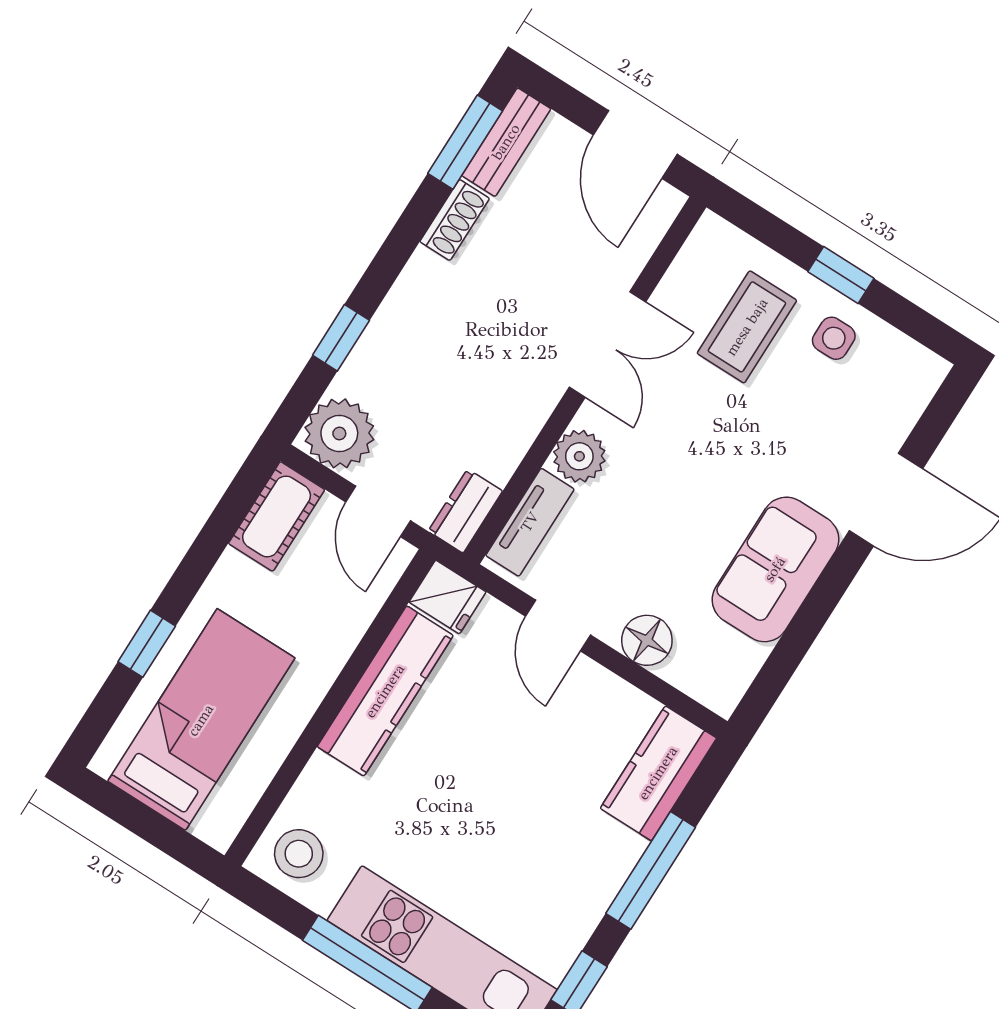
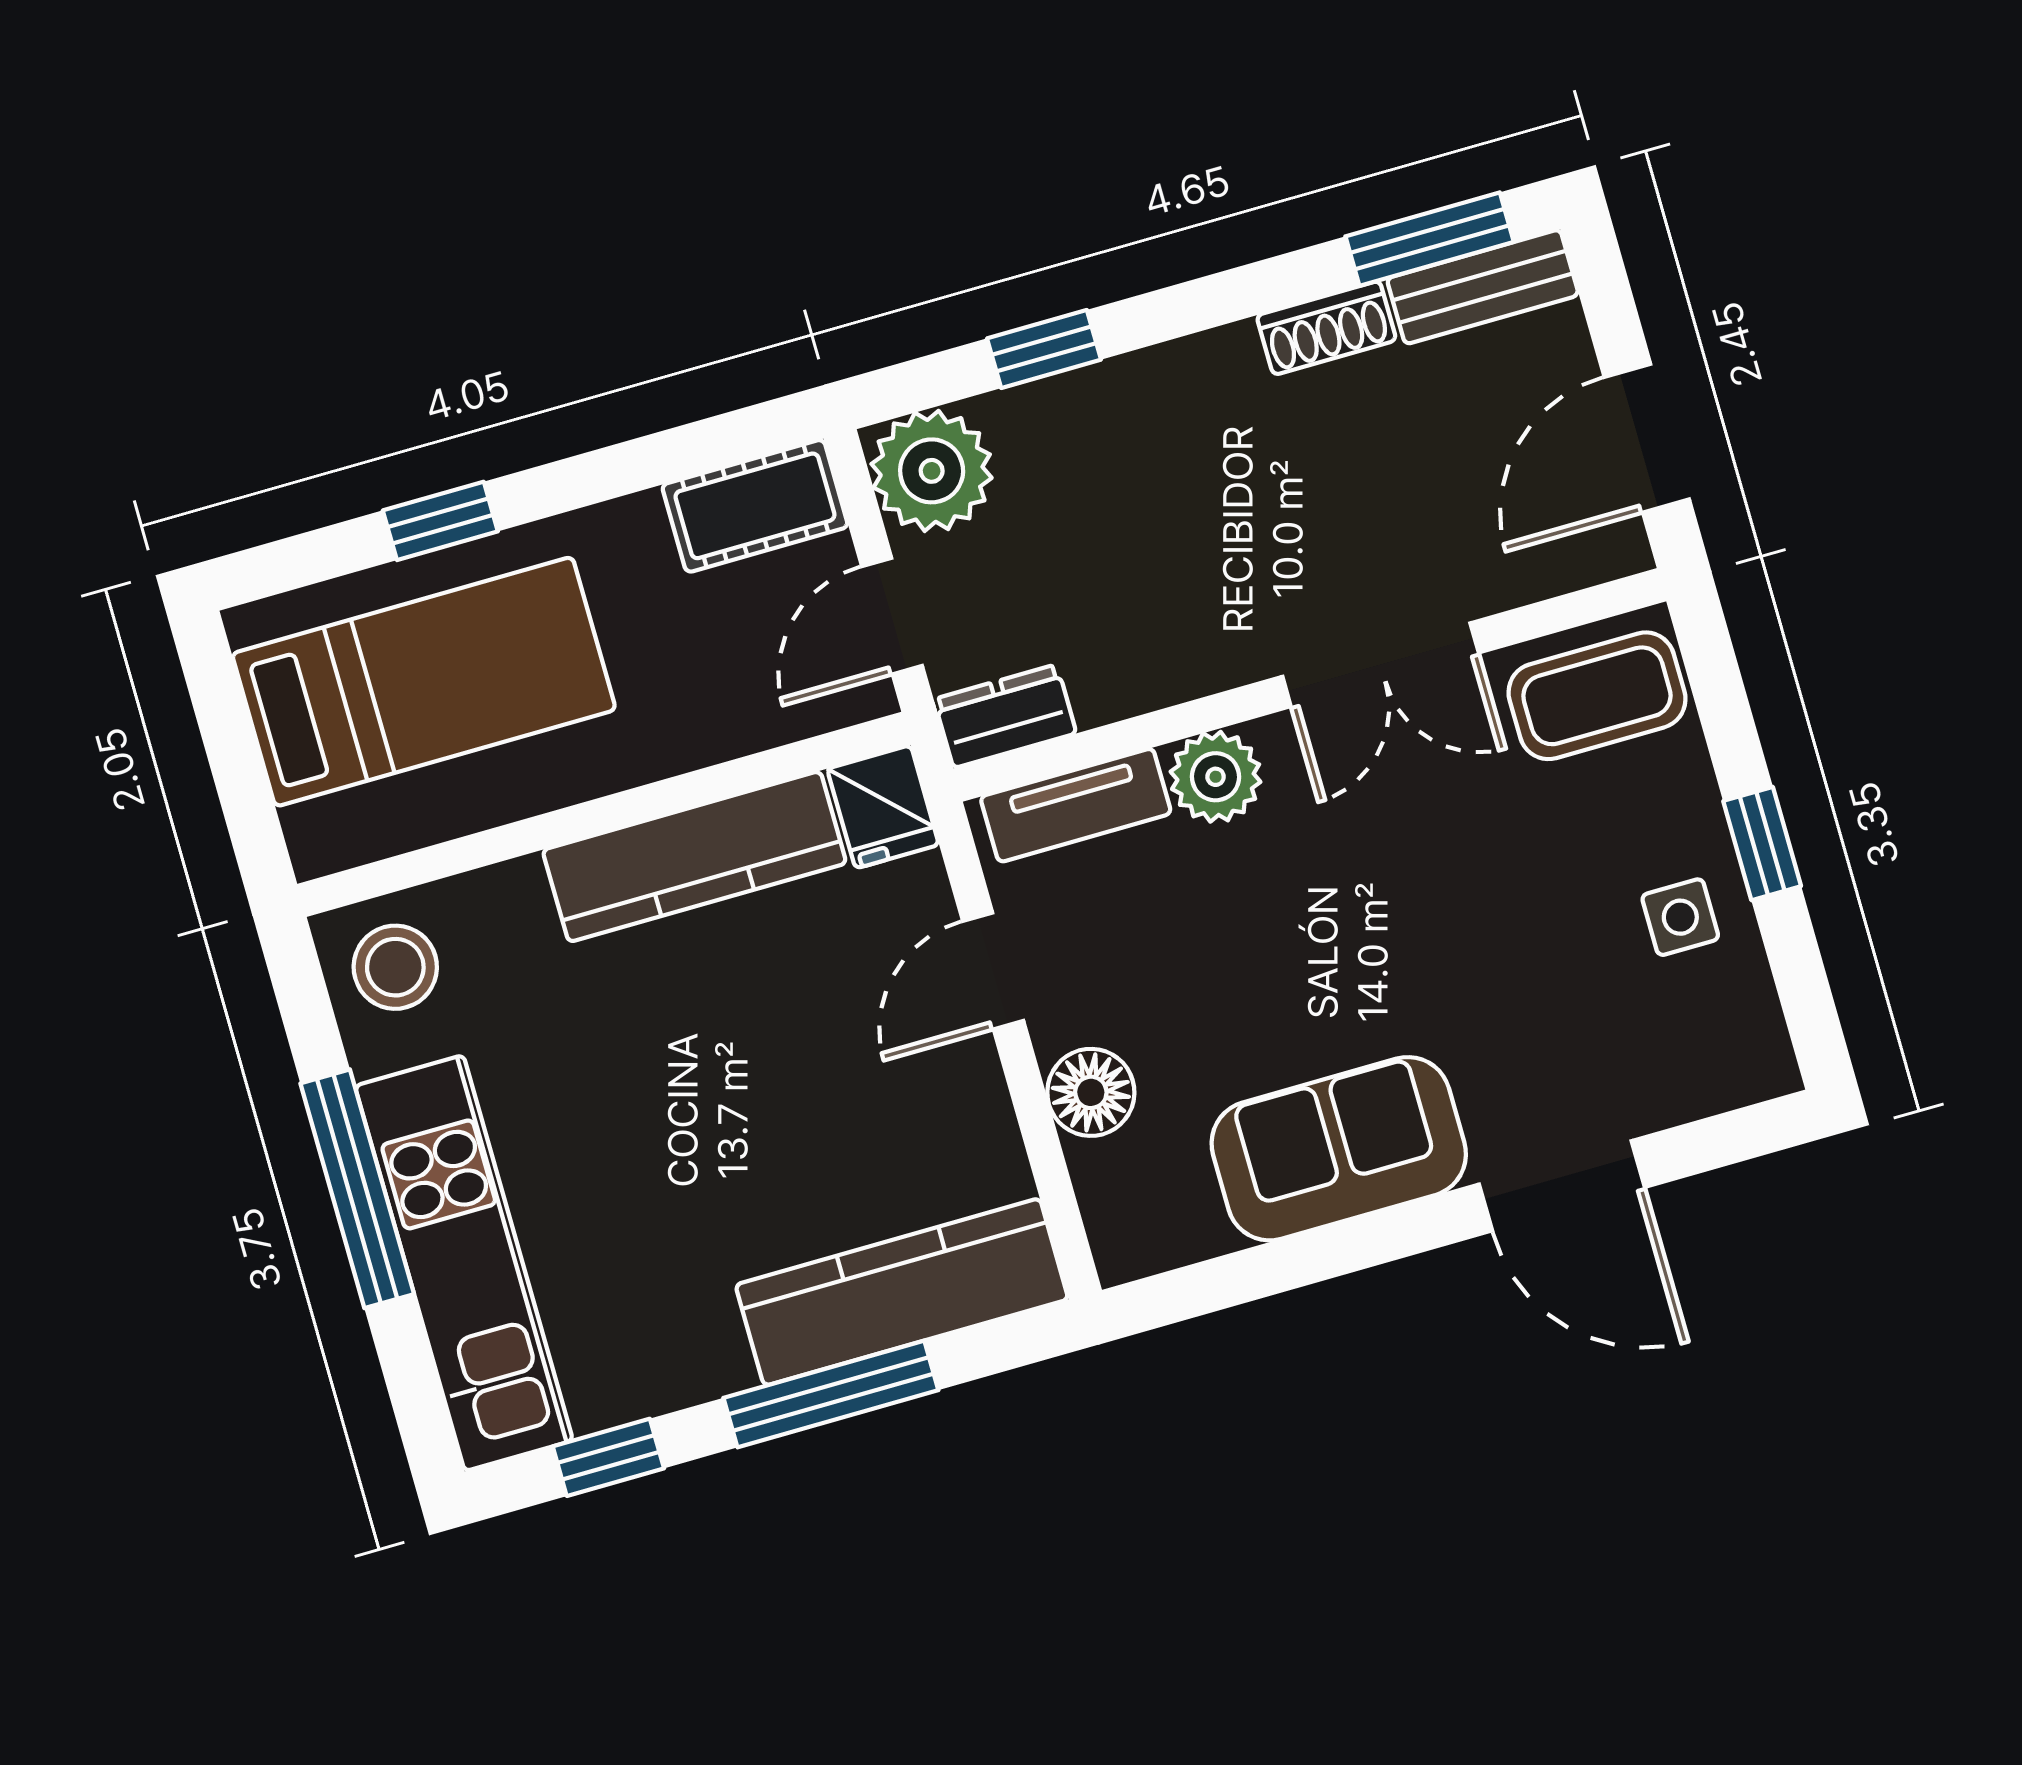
coffee table: (747, 327) -> (1597, 696), moved
kitchen counter: (658, 773) -> (902, 1292), width x1.50

